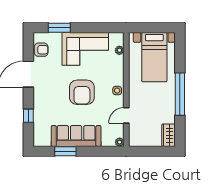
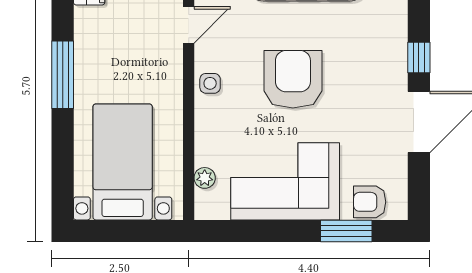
armchair: (41, 50) -> (370, 202), moved
window: (180, 94) -> (63, 75), width x0.68
window: (28, 116) -> (419, 57), moved

